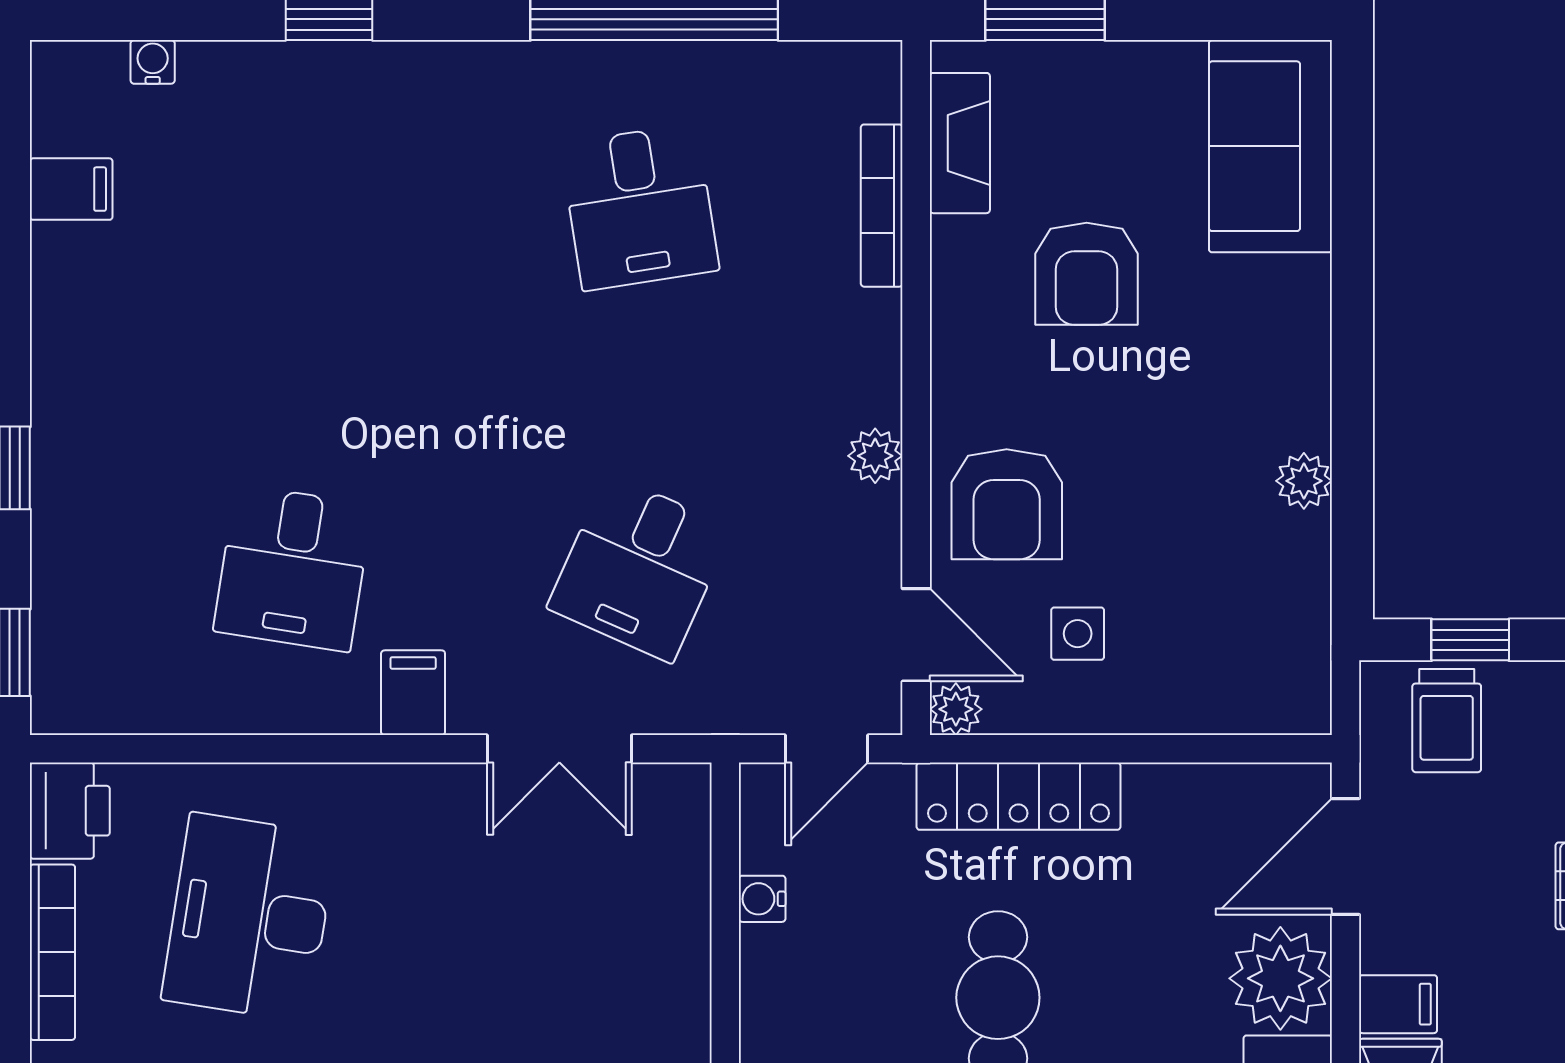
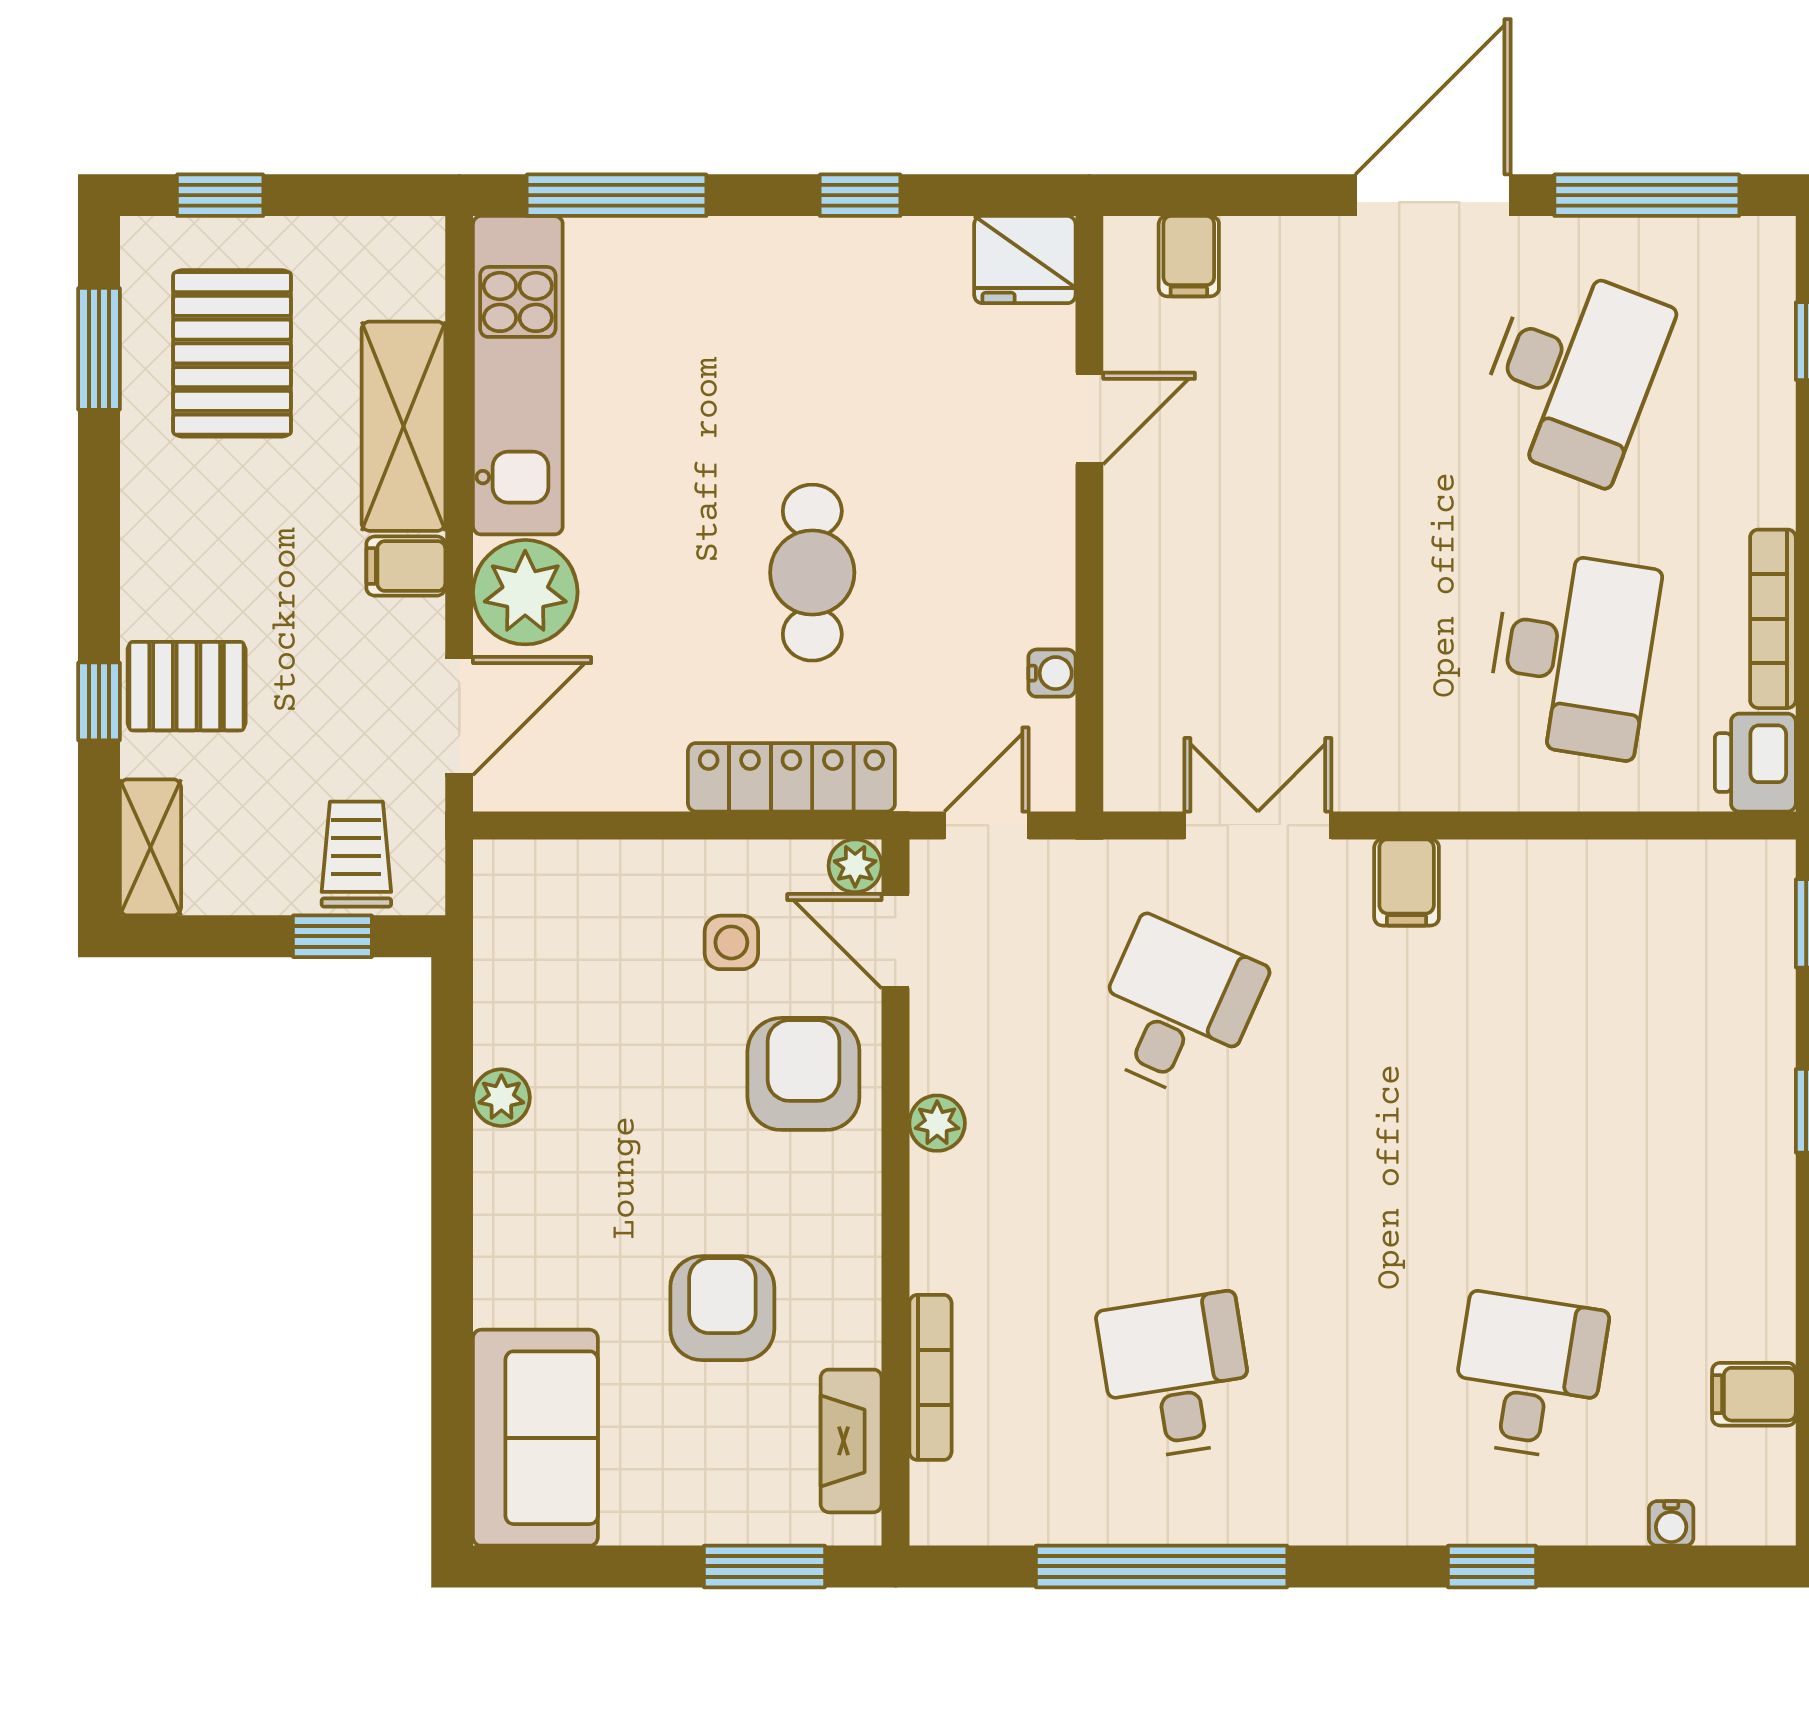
desk: (293, 568) -> (1529, 1376), moved

